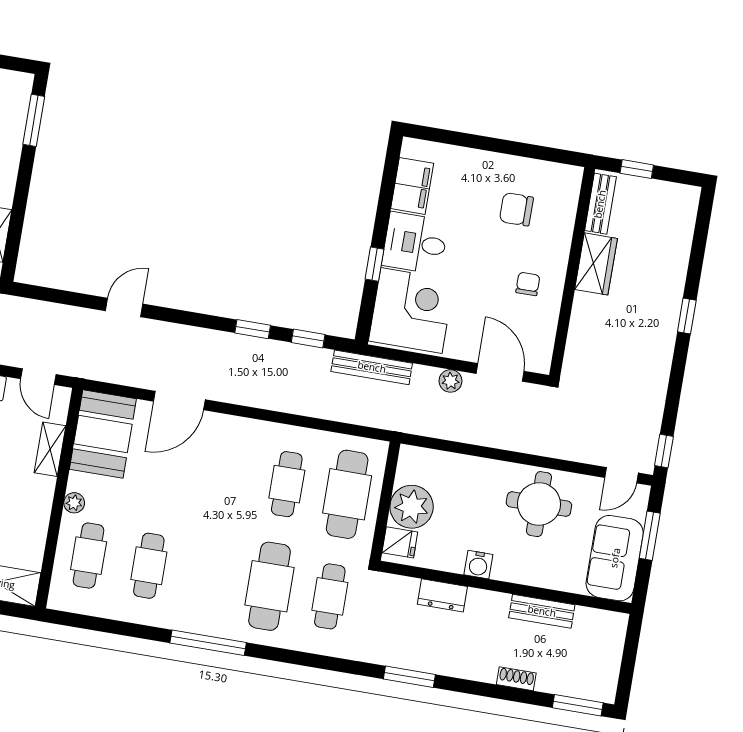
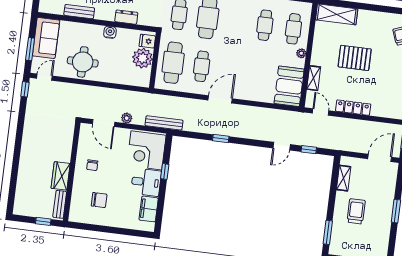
window: (687, 316) -> (17, 153), removed
window: (308, 338) -> (309, 150), moved
door: (179, 400) -> (220, 99), moved

